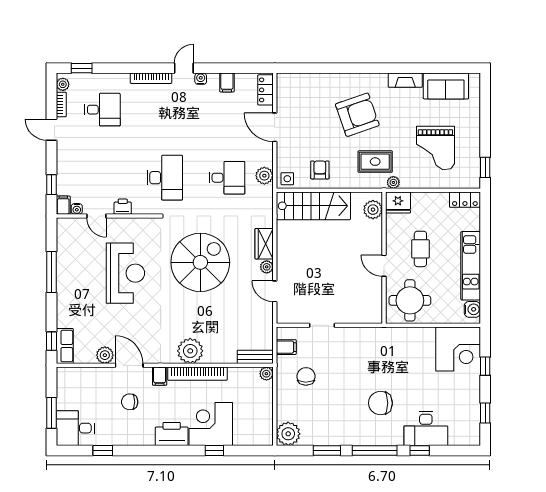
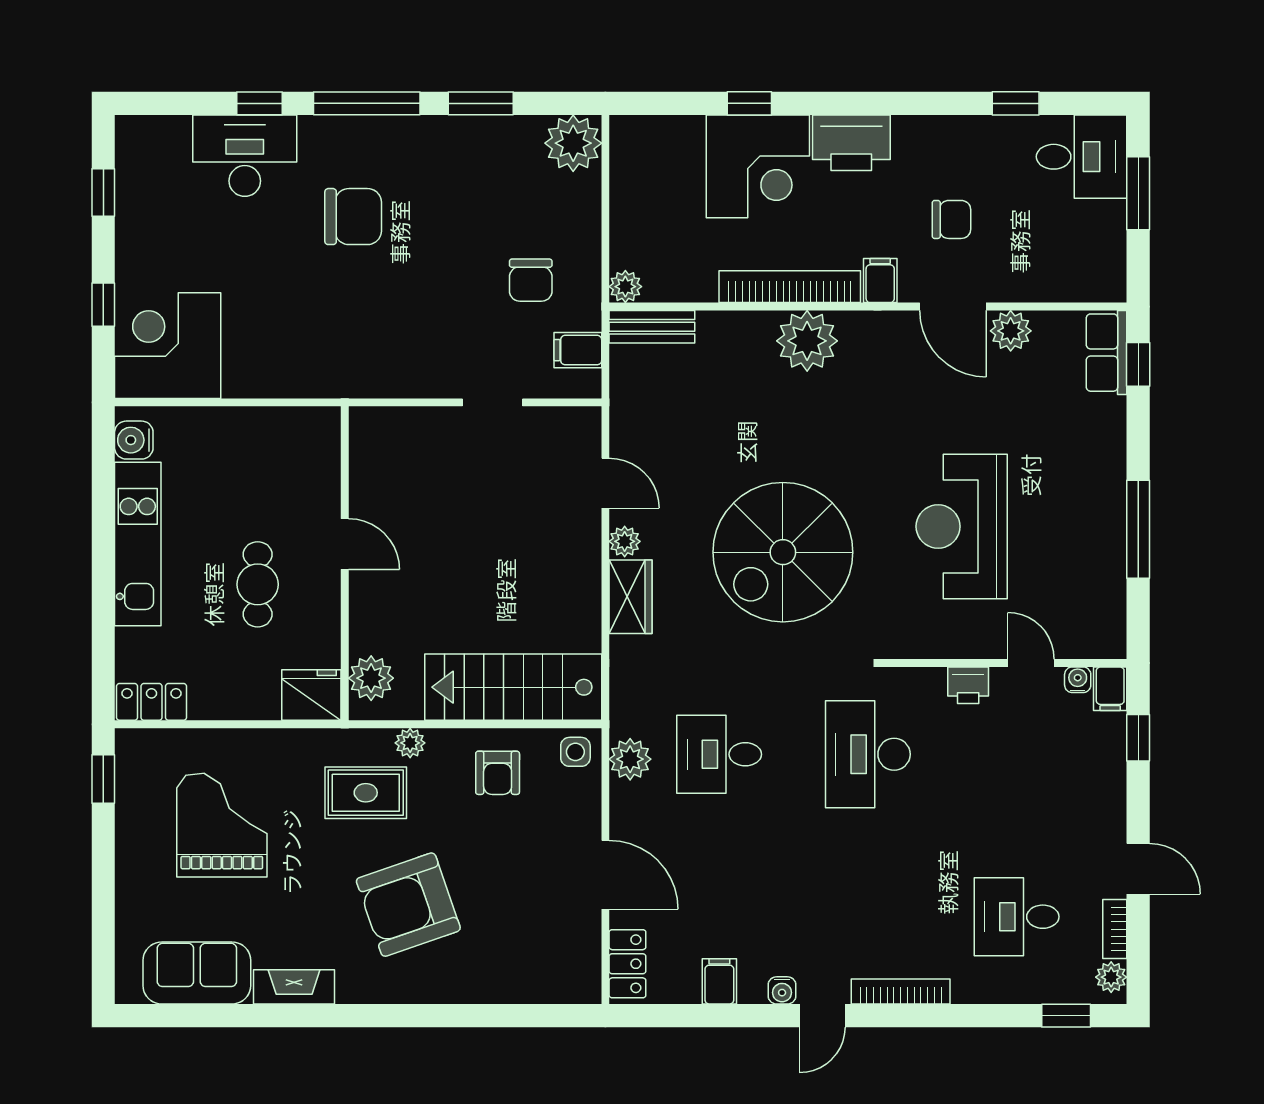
plant: (393, 182) -> (410, 743), moved
round table: (410, 300) -> (283, 461), removed

